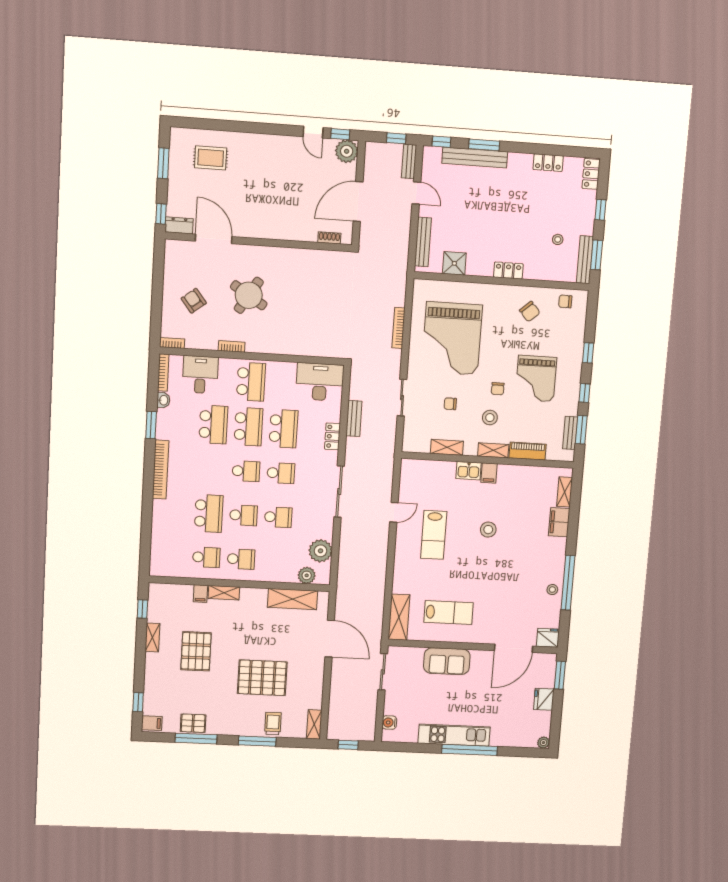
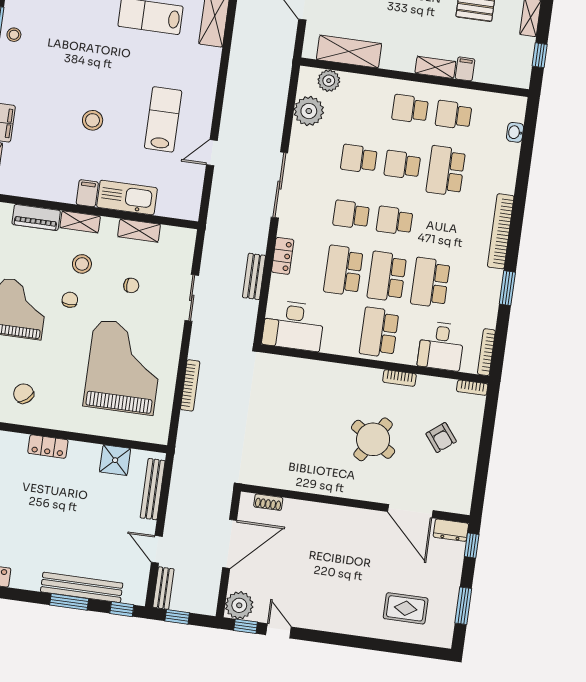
washbasin: (163, 400) -> (515, 132), moved
kitchen sink: (468, 471) -> (127, 198), width x1.88, depth x1.24

